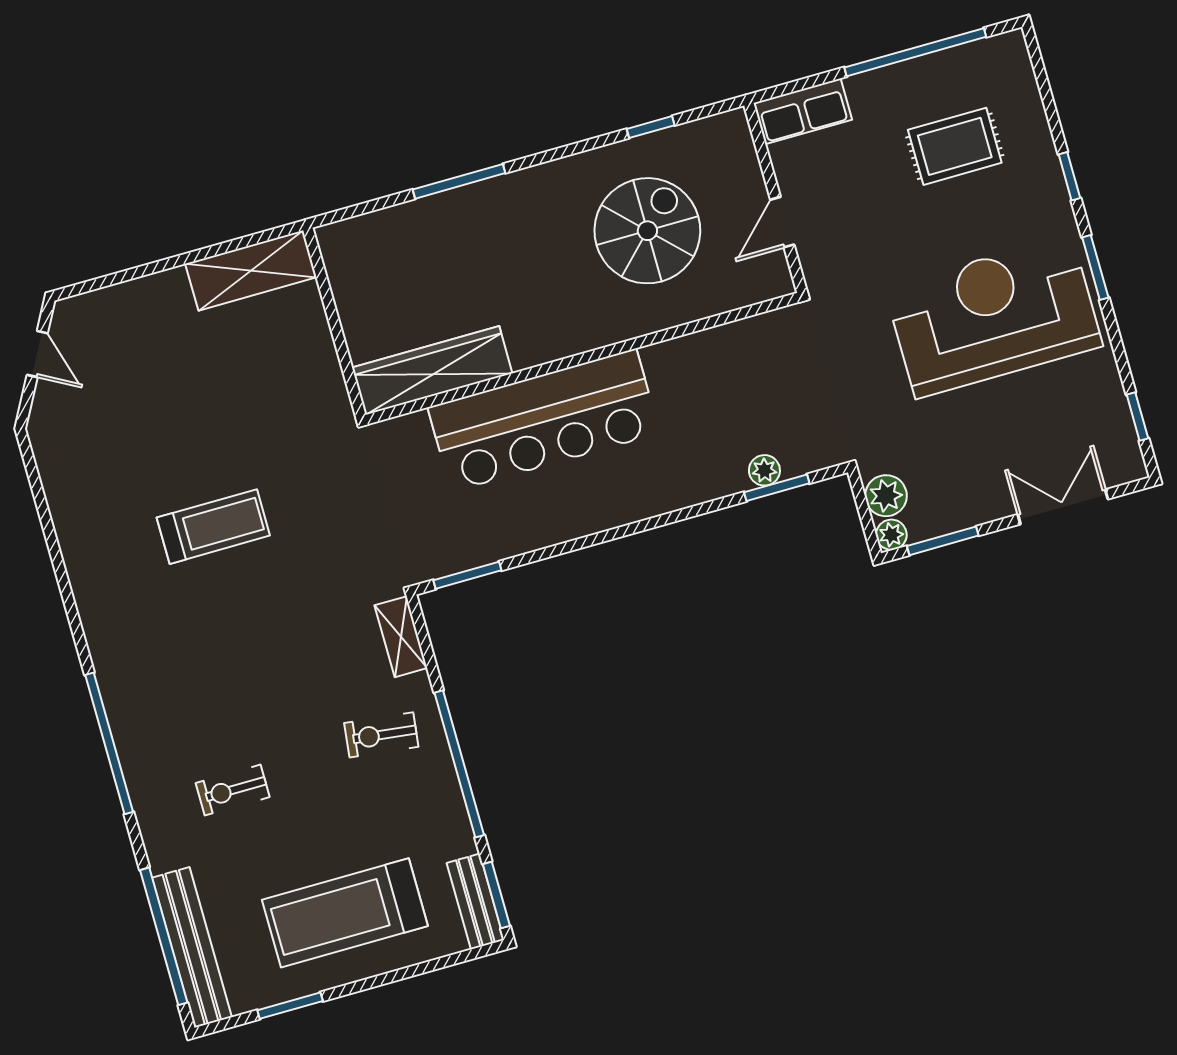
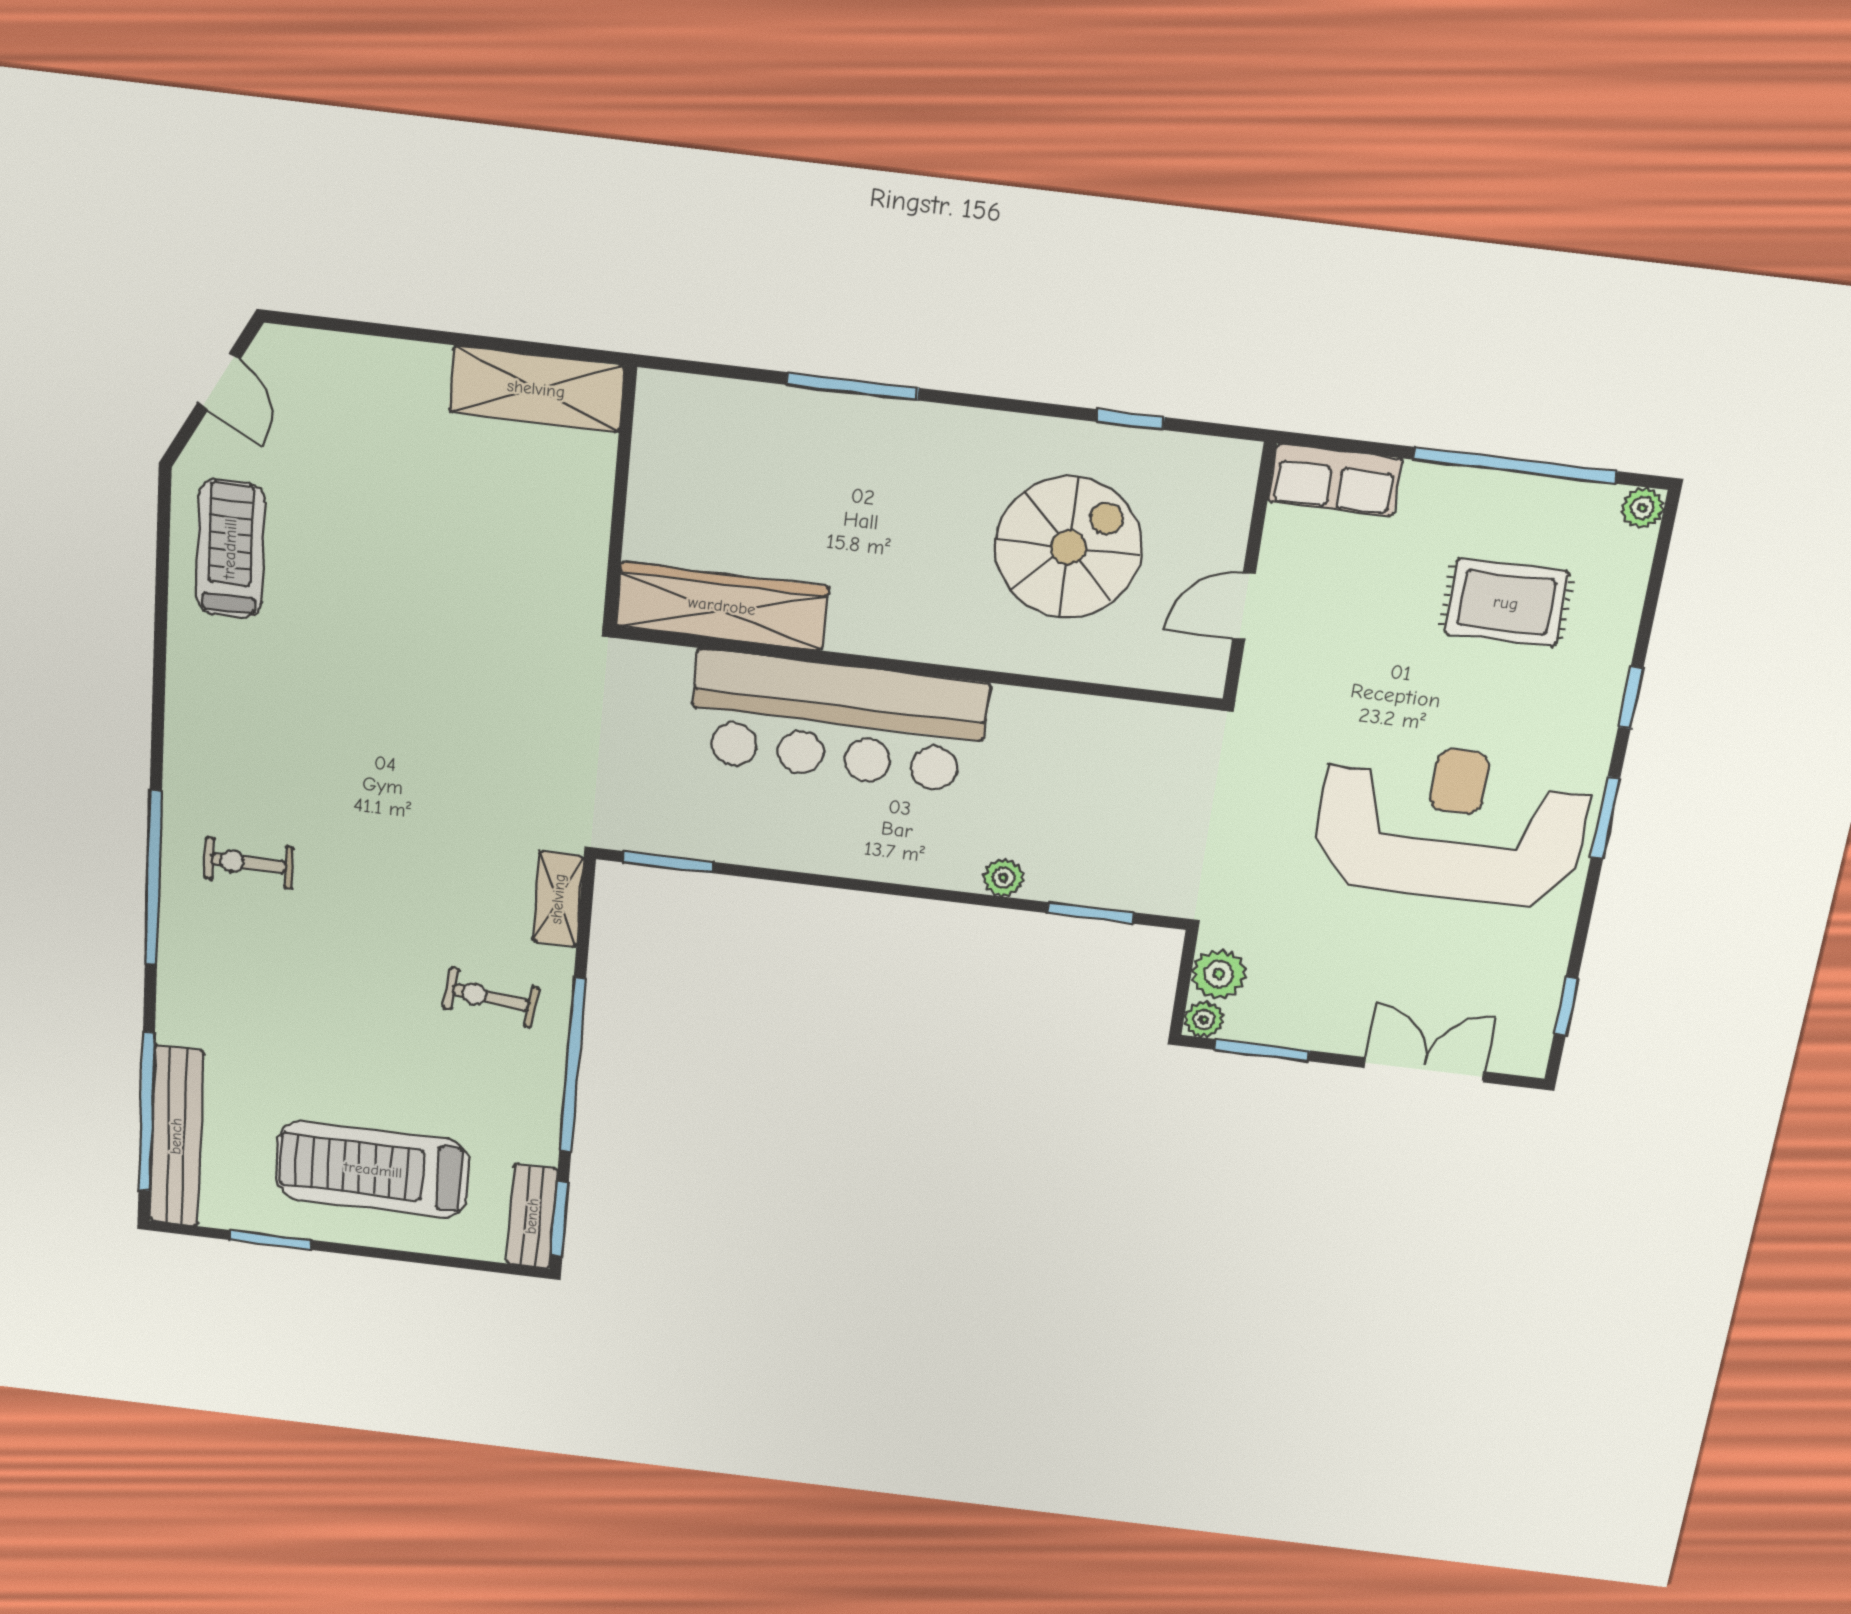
plant: (1012, 45) -> (1642, 508), added
plant: (764, 470) -> (1003, 878), moved
treadmill: (213, 527) -> (230, 549), moved, turned -90
exercise bike: (233, 790) -> (249, 863), moved

